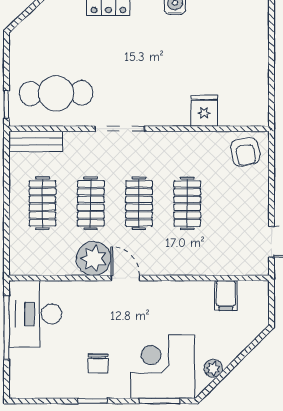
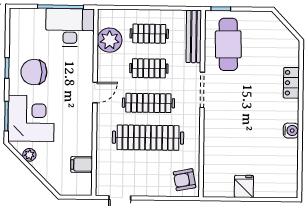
fridge: (204, 111) -> (244, 186), moved, turned -90
bench: (36, 141) -> (194, 36), width x1.36
clothes rail: (139, 203) -> (148, 103), width x1.36
clothes rail: (187, 203) -> (148, 138), width x1.86, depth x1.31
plant: (94, 259) -> (110, 40), moved
chair: (98, 363) -> (34, 72), width x1.87, depth x1.87

